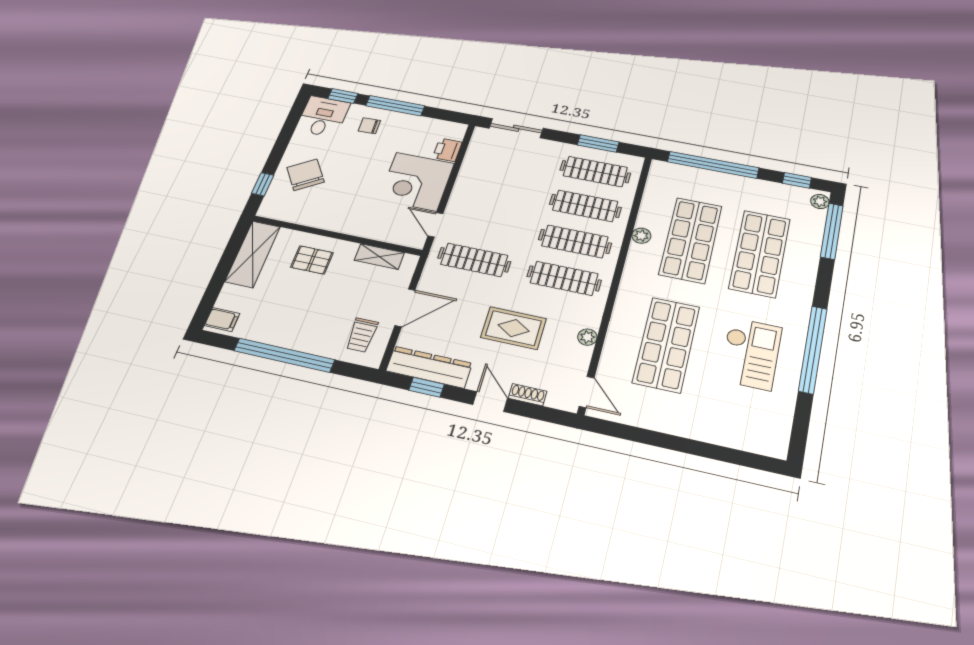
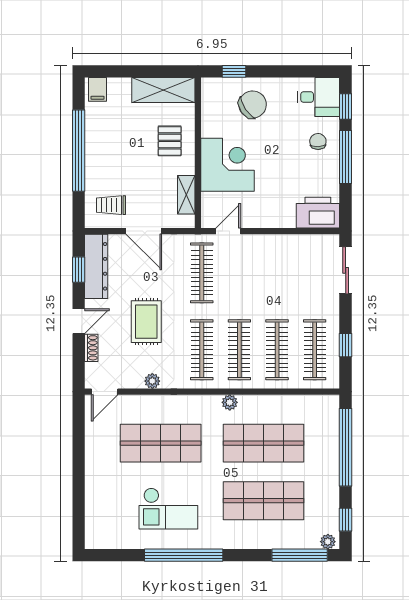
window: (598, 143) -> (346, 345), width x0.67
printer: (447, 150) -> (318, 213), width x1.87, depth x1.48
corner desk: (416, 181) -> (228, 165), moved, turned 90
plant: (641, 236) -> (230, 402), moved

